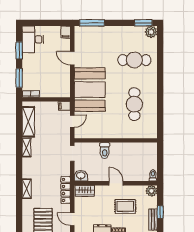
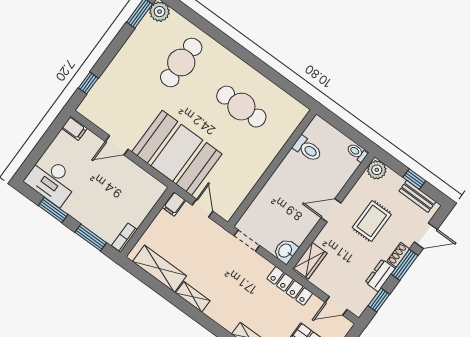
window: (92, 23) -> (88, 83), width x0.46
toilet: (105, 151) -> (307, 149), moved

